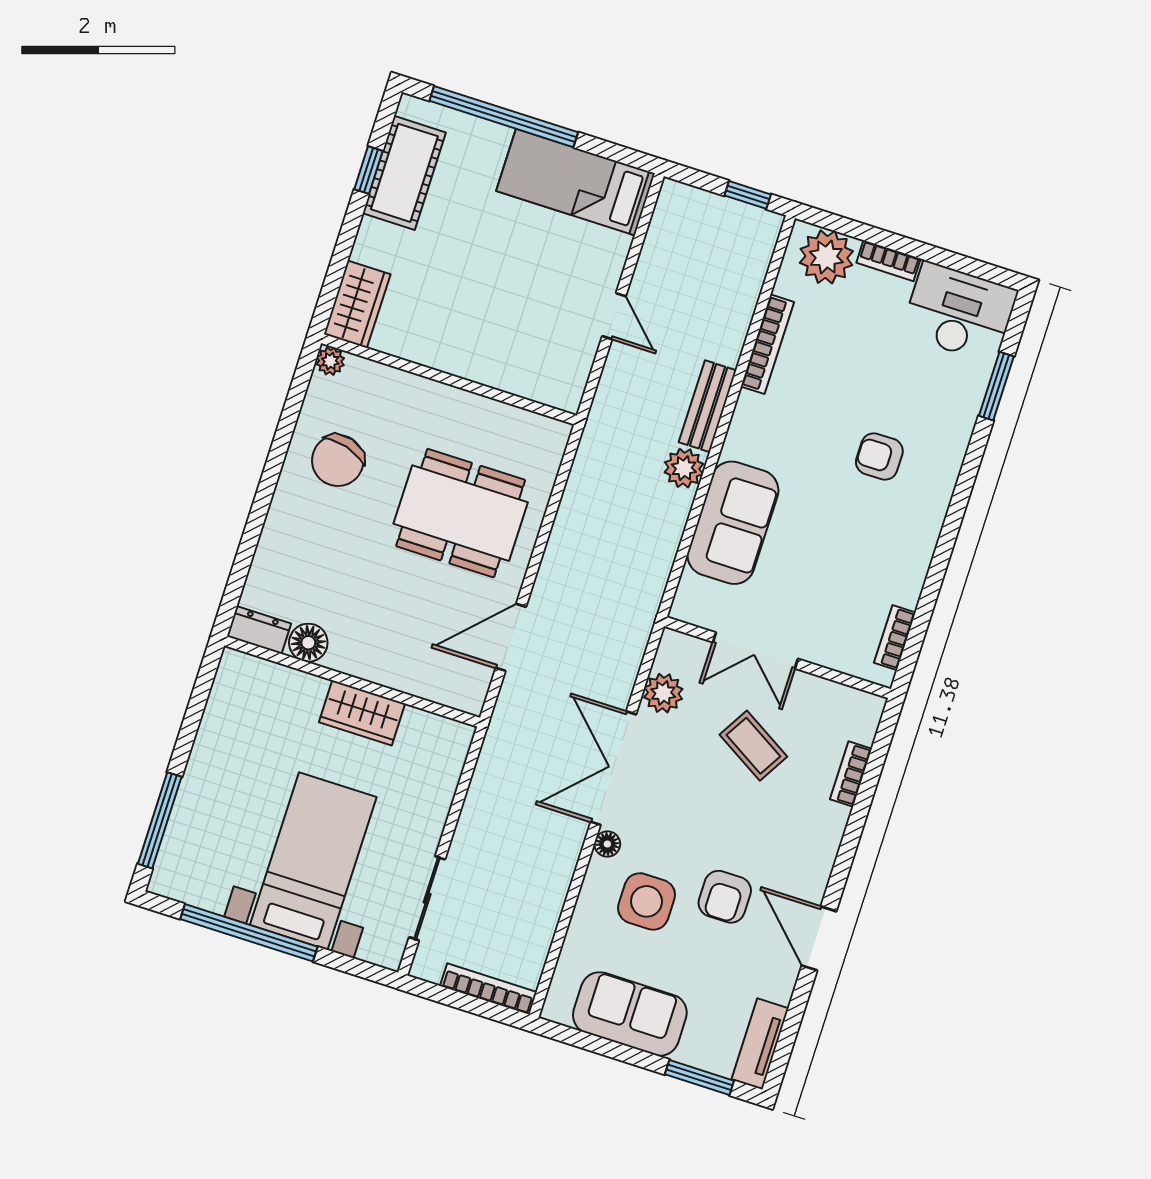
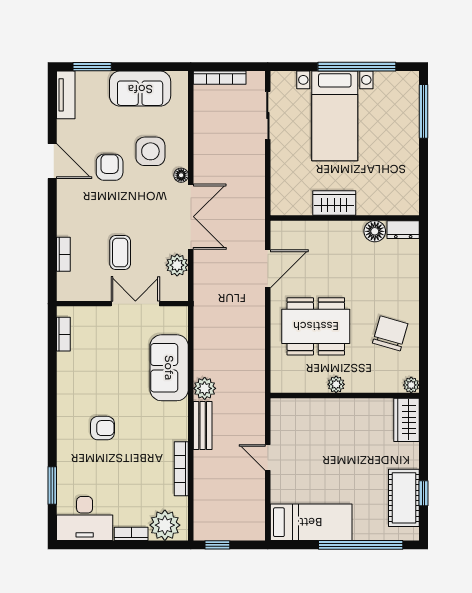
plant: (458, 403) -> (336, 384), added
coffee table: (753, 746) -> (120, 253), turned 59

